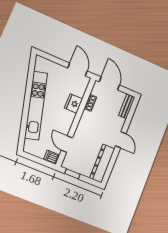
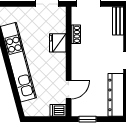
door: (67, 144) -> (69, 90), swing flipped

